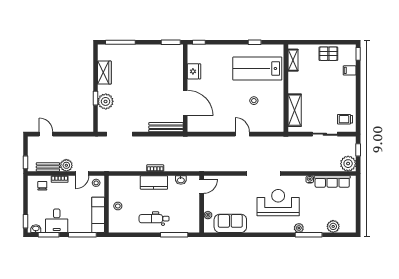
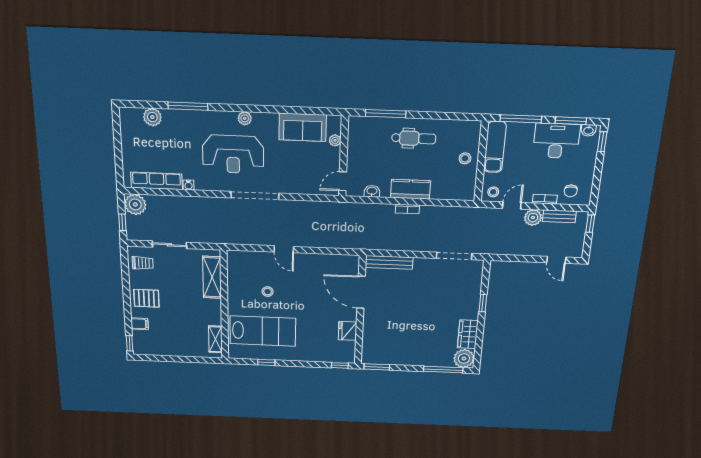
pallet: (328, 54) -> (146, 298), moved
plant: (106, 101) -> (464, 358), moved
desk: (57, 221) -> (556, 141), width x1.37
plant: (299, 228) -> (245, 118), moved

